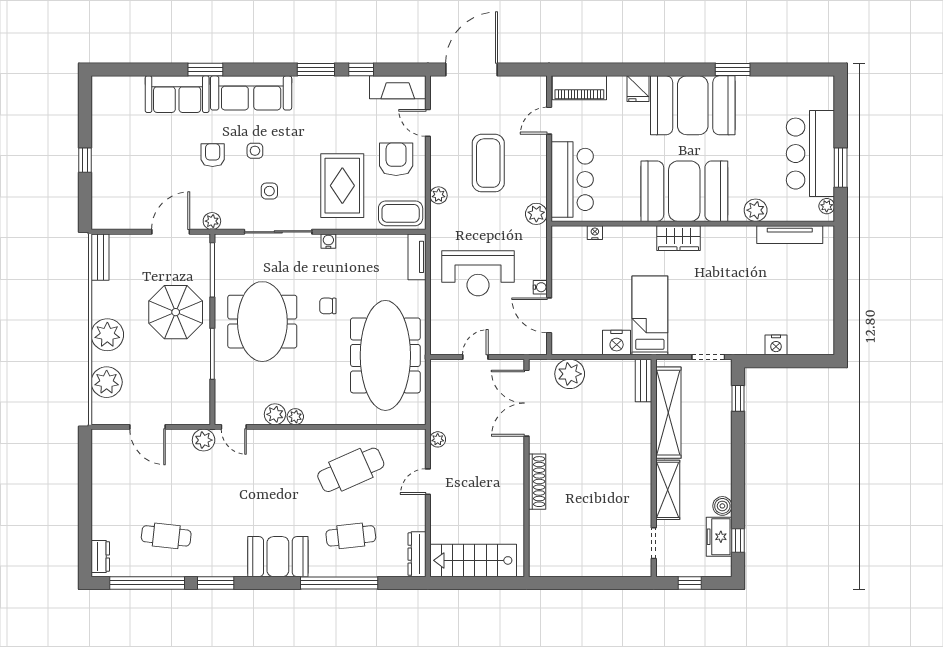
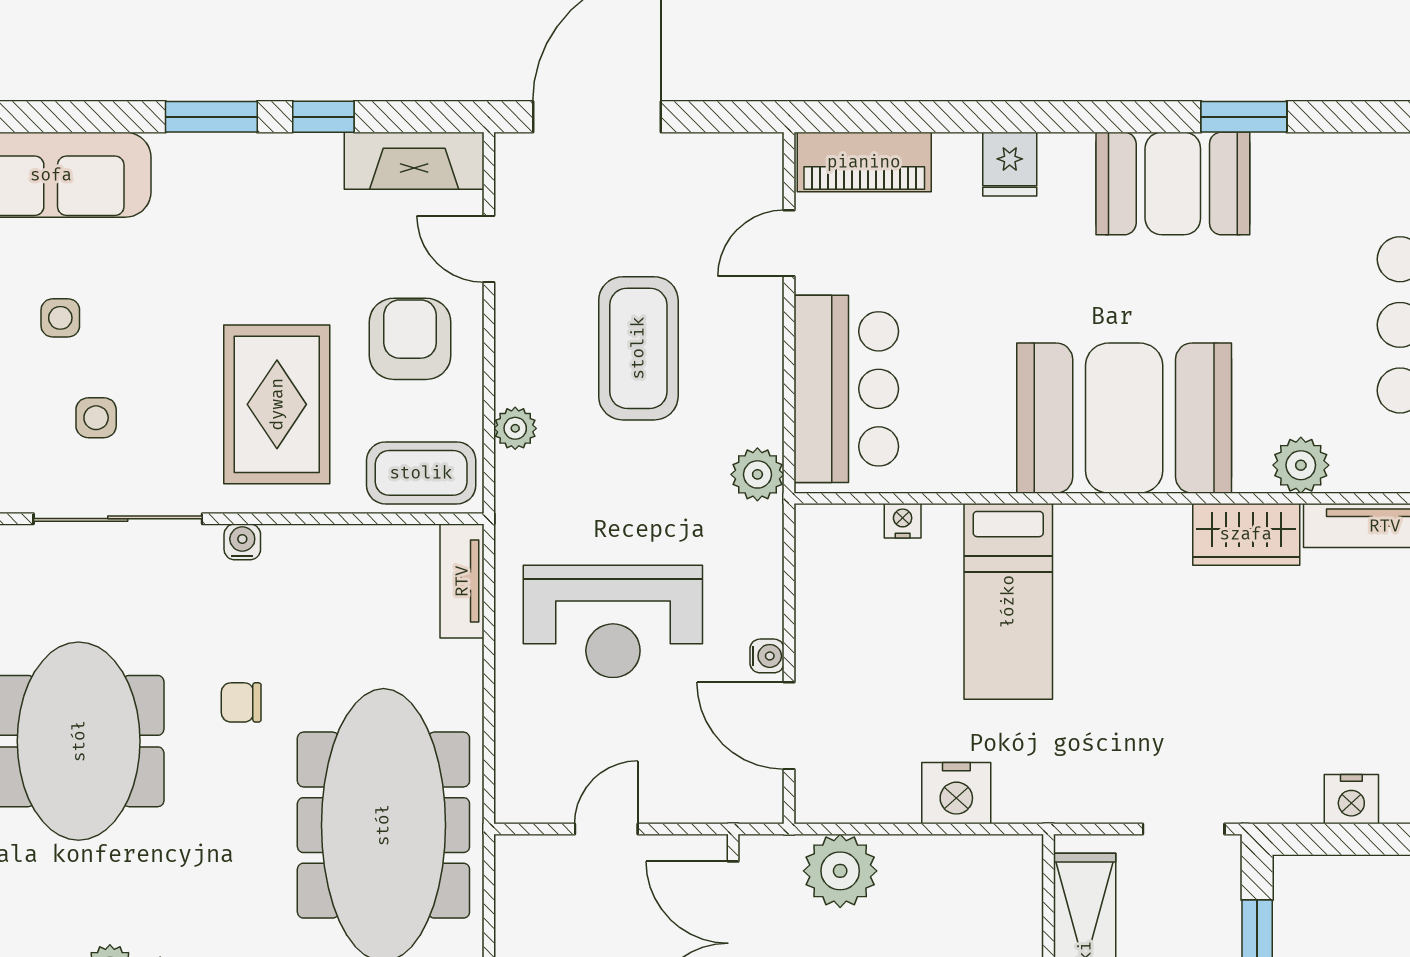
booth: (693, 105) -> (1173, 183), width x0.73, depth x0.70
wardrobe: (679, 238) -> (1246, 534), moved
bed: (650, 315) -> (1008, 601), moved, turned 180
bench: (644, 380) -> (1023, 887), removed

